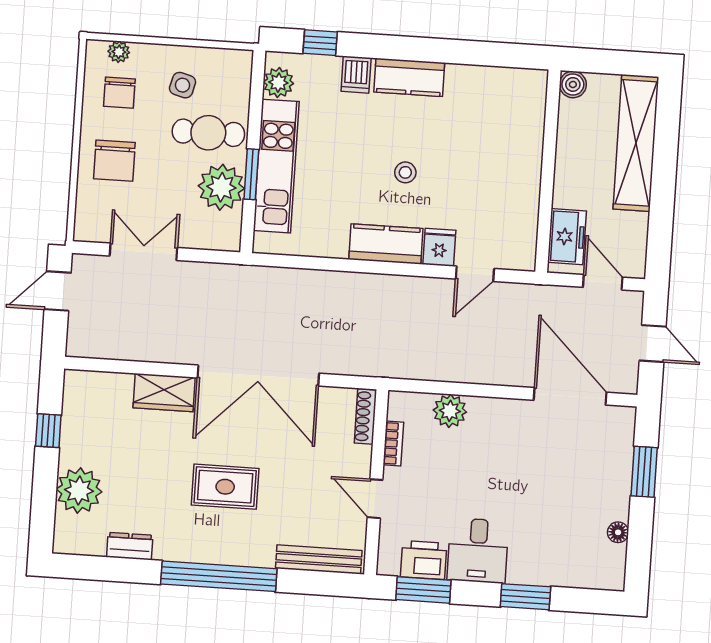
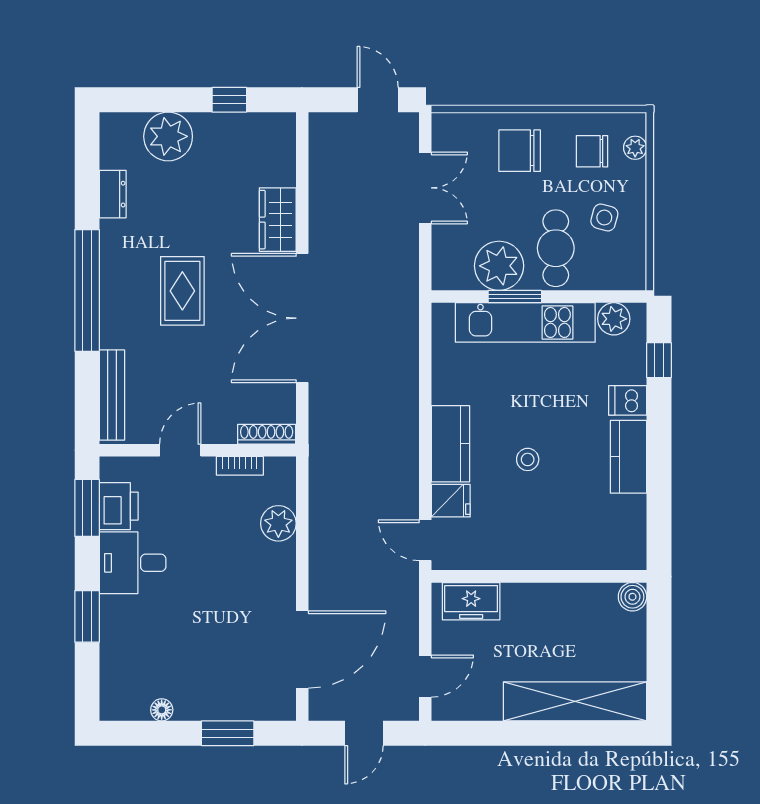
boiler: (573, 84) -> (632, 597), moved
wall: (548, 171) -> (539, 576), moved
freezer: (567, 237) -> (471, 601), moved

